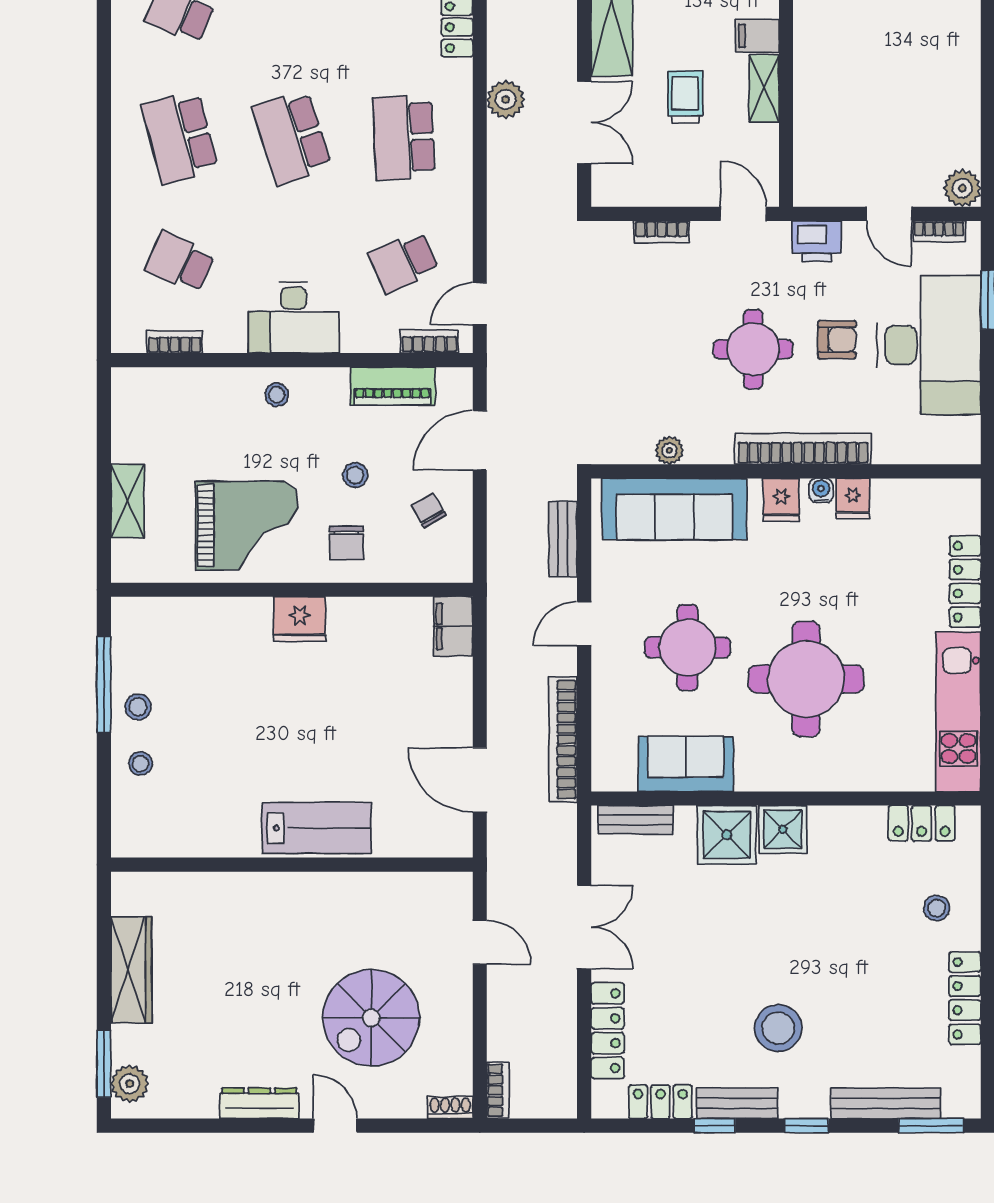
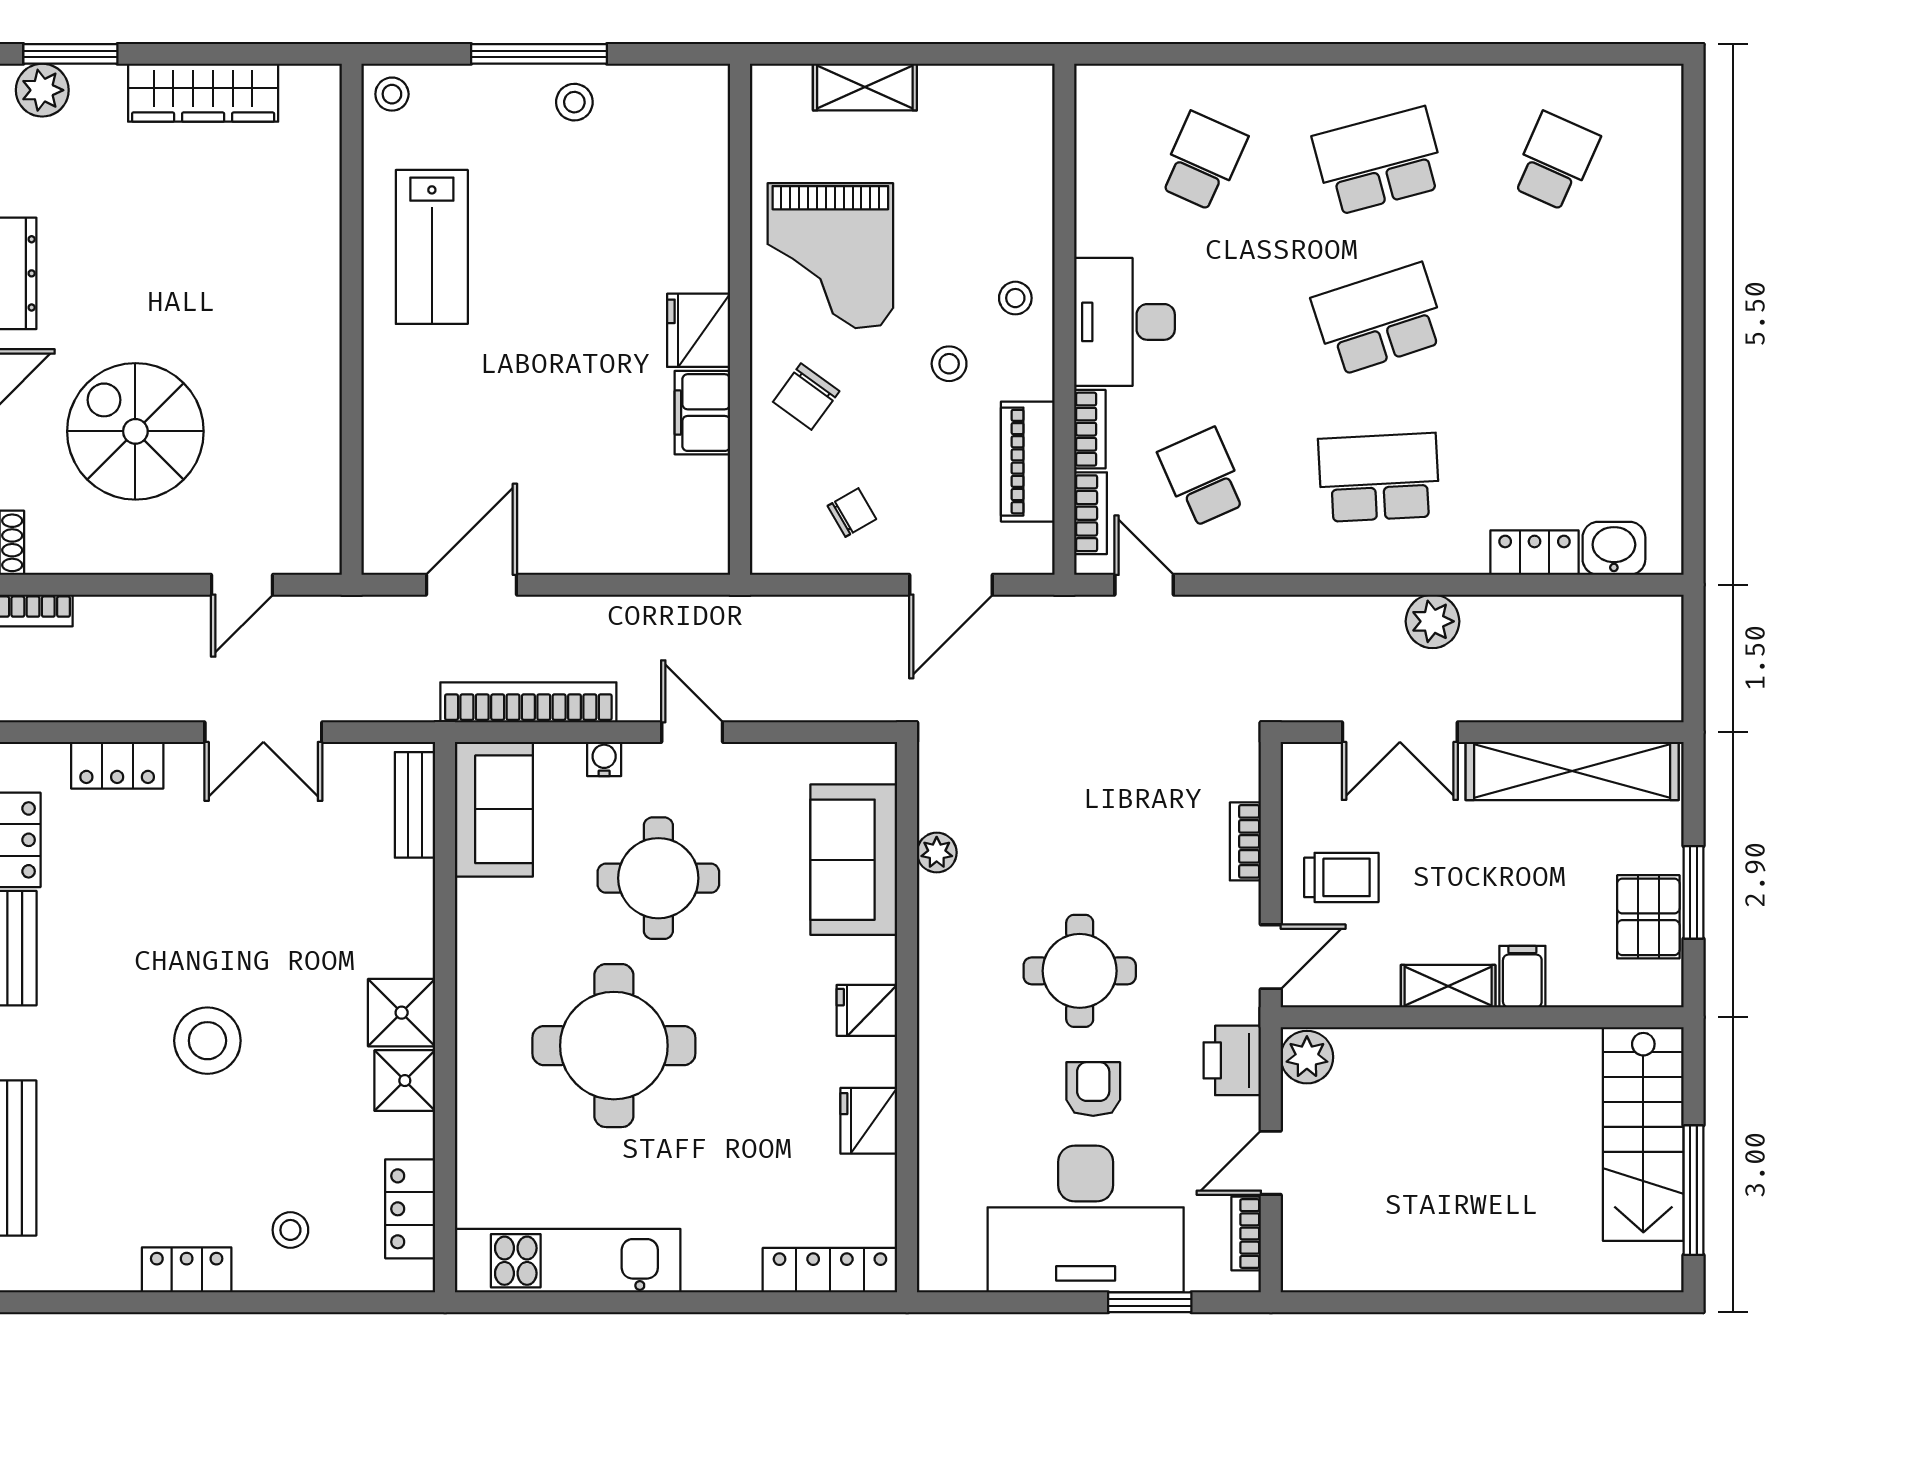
trolley: (685, 97) -> (1341, 877), moved
plant: (962, 188) -> (1307, 1057), moved
armchair: (837, 340) -> (1093, 1089), turned 180
bookcase: (175, 342) -> (1090, 429), moved
door: (480, 440) -> (951, 585), swing flipped
bookcase: (803, 449) -> (939, 1041), removed
stool: (355, 475) -> (949, 364), moved
water cooler: (821, 490) -> (604, 759), moved, turned -90
fridge: (853, 498) -> (869, 1121), width x1.38
sofa: (674, 509) -> (854, 860), width x0.73
bench: (563, 539) -> (811, 702), removed
chair: (347, 543) -> (806, 397), turned -54
locker: (965, 582) -> (830, 1270), moved
filing cabinet: (453, 626) -> (702, 413), moved, turned -90
window: (104, 684) -> (539, 54), moved
stool: (140, 764) -> (392, 94), moved
sofa: (686, 764) -> (494, 809), moved
lab bench: (317, 828) -> (432, 247), moved
shower: (727, 835) -> (405, 1081), moved, width x0.73, depth x0.73
locker: (965, 998) -> (187, 1270), width x0.66
stool: (778, 1028) -> (207, 1041), moved
locker: (608, 1031) -> (117, 765), width x0.66

